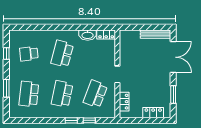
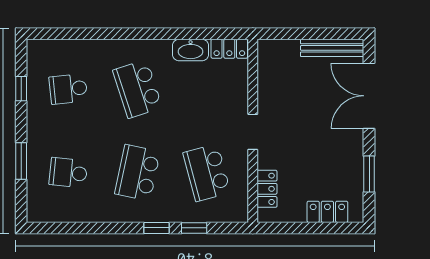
school desk: (62, 54) -> (137, 89), turned -33
double door: (173, 57) -> (369, 96), swing flipped
school desk: (29, 94) -> (68, 173), width x0.54
school desk: (95, 94) -> (207, 173), turned -36

